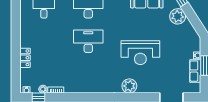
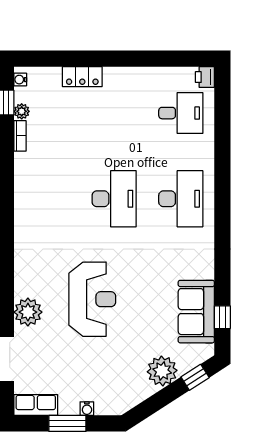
reception desk: (140, 53) -> (92, 299), turned 180
row of seats: (195, 71) -> (36, 405), moved
plant: (129, 86) -> (28, 312), moved

